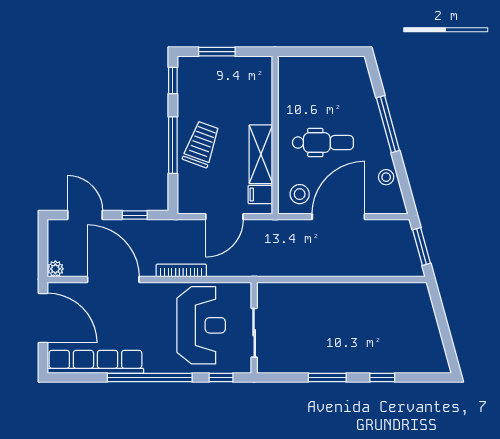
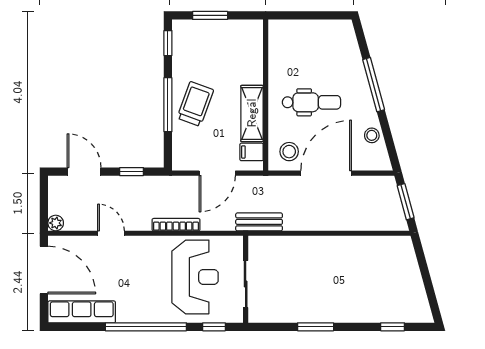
bench: (268, 268) -> (259, 222), added
door: (113, 279) -> (111, 233), width x0.53
row of seats: (95, 362) -> (82, 312), width x0.73
window: (382, 377) -> (393, 327), moved

